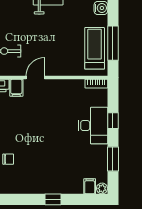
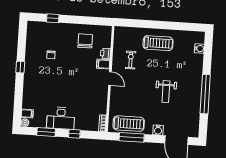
desk: (93, 126) -> (61, 118), moved
window: (53, 199) -> (20, 67), moved

